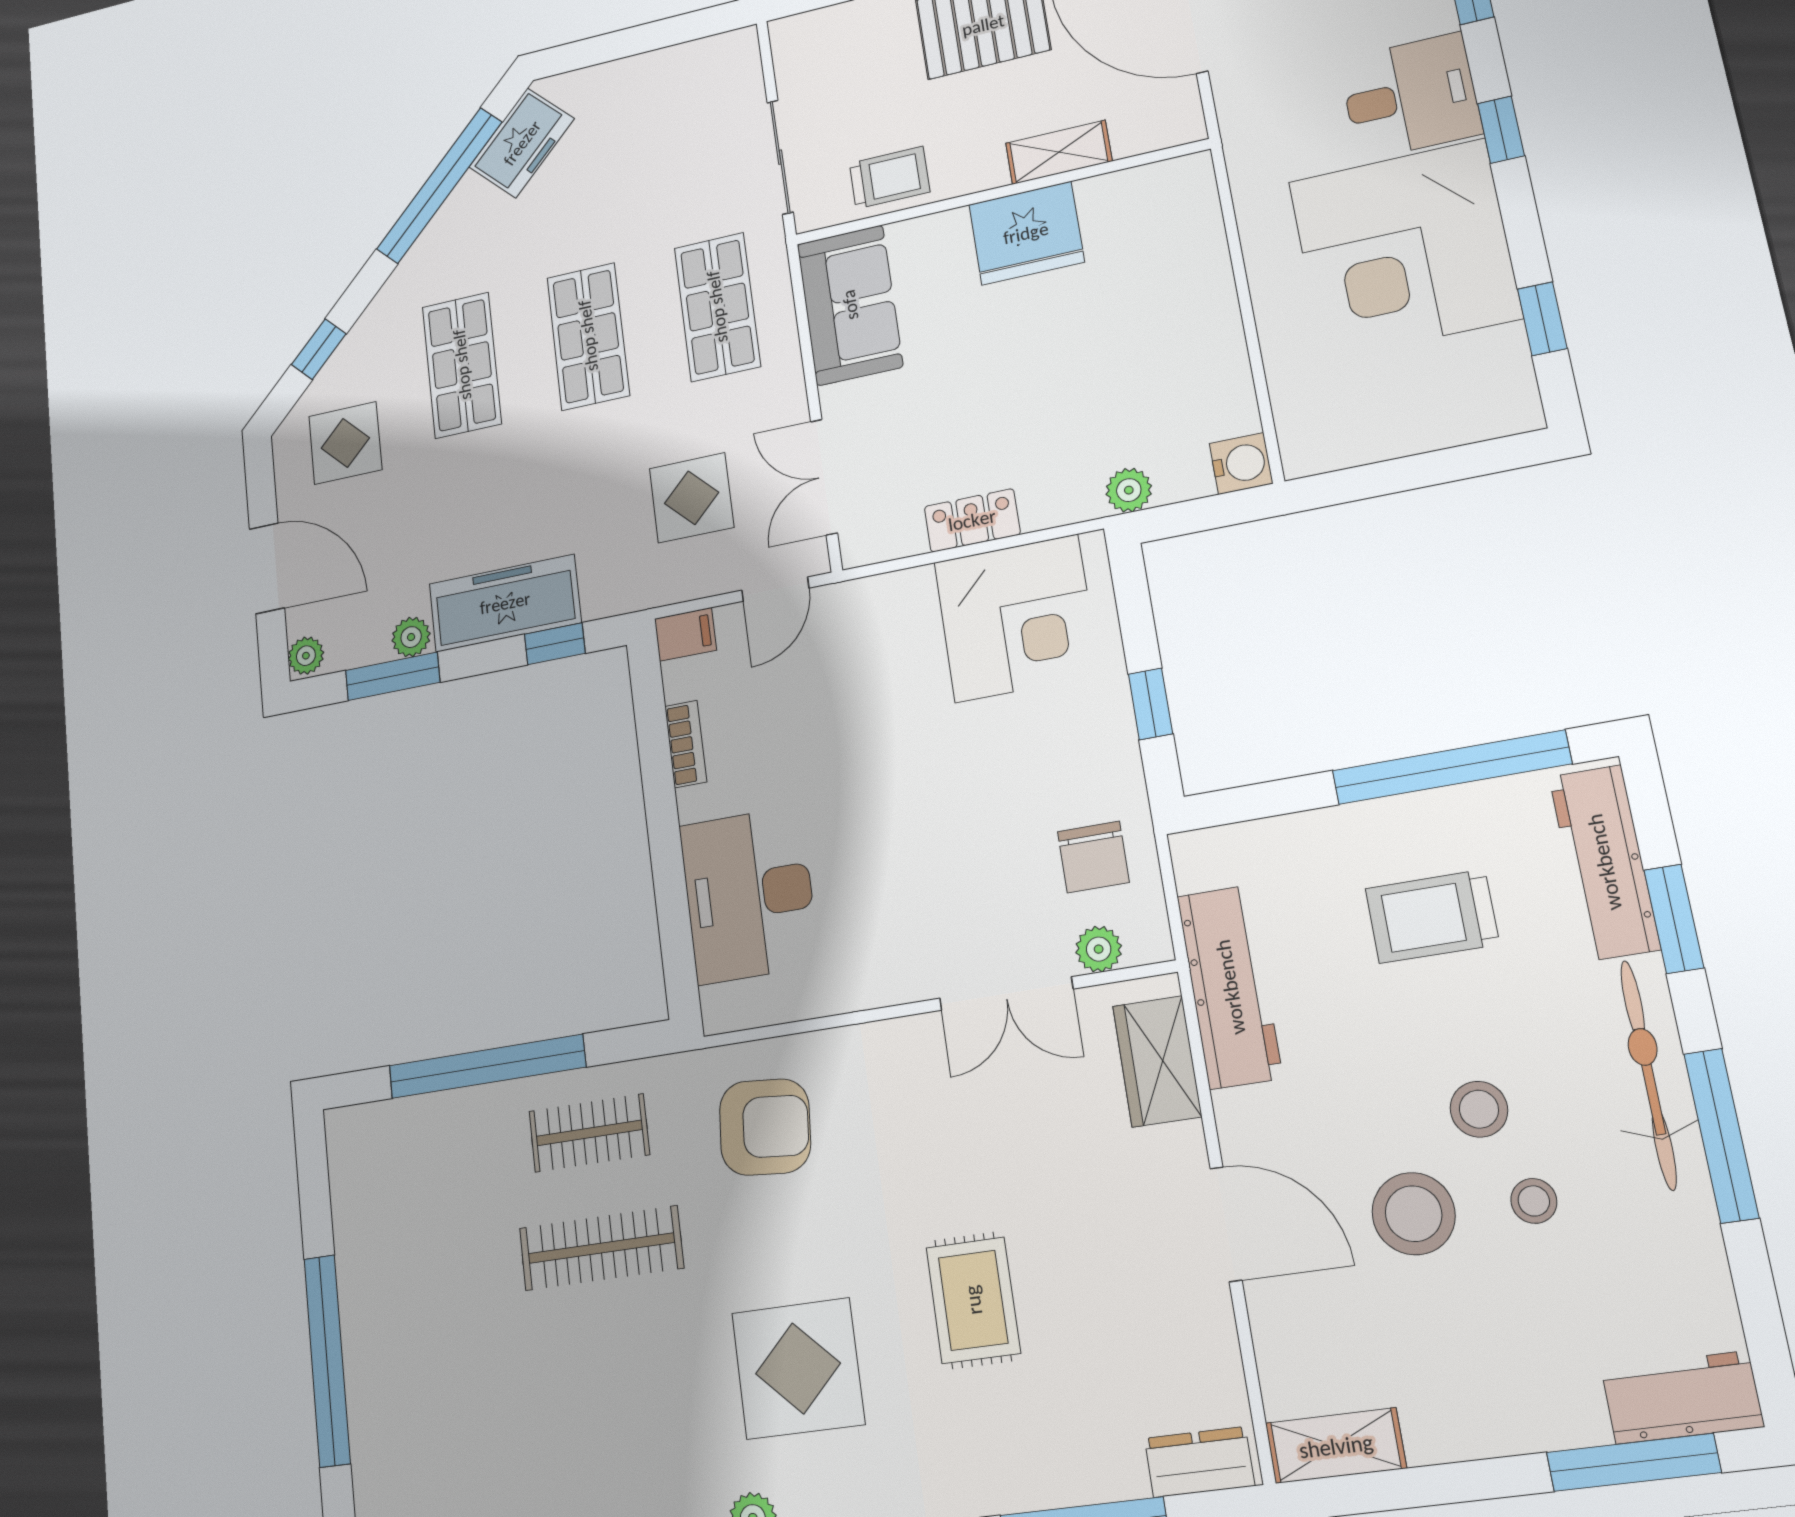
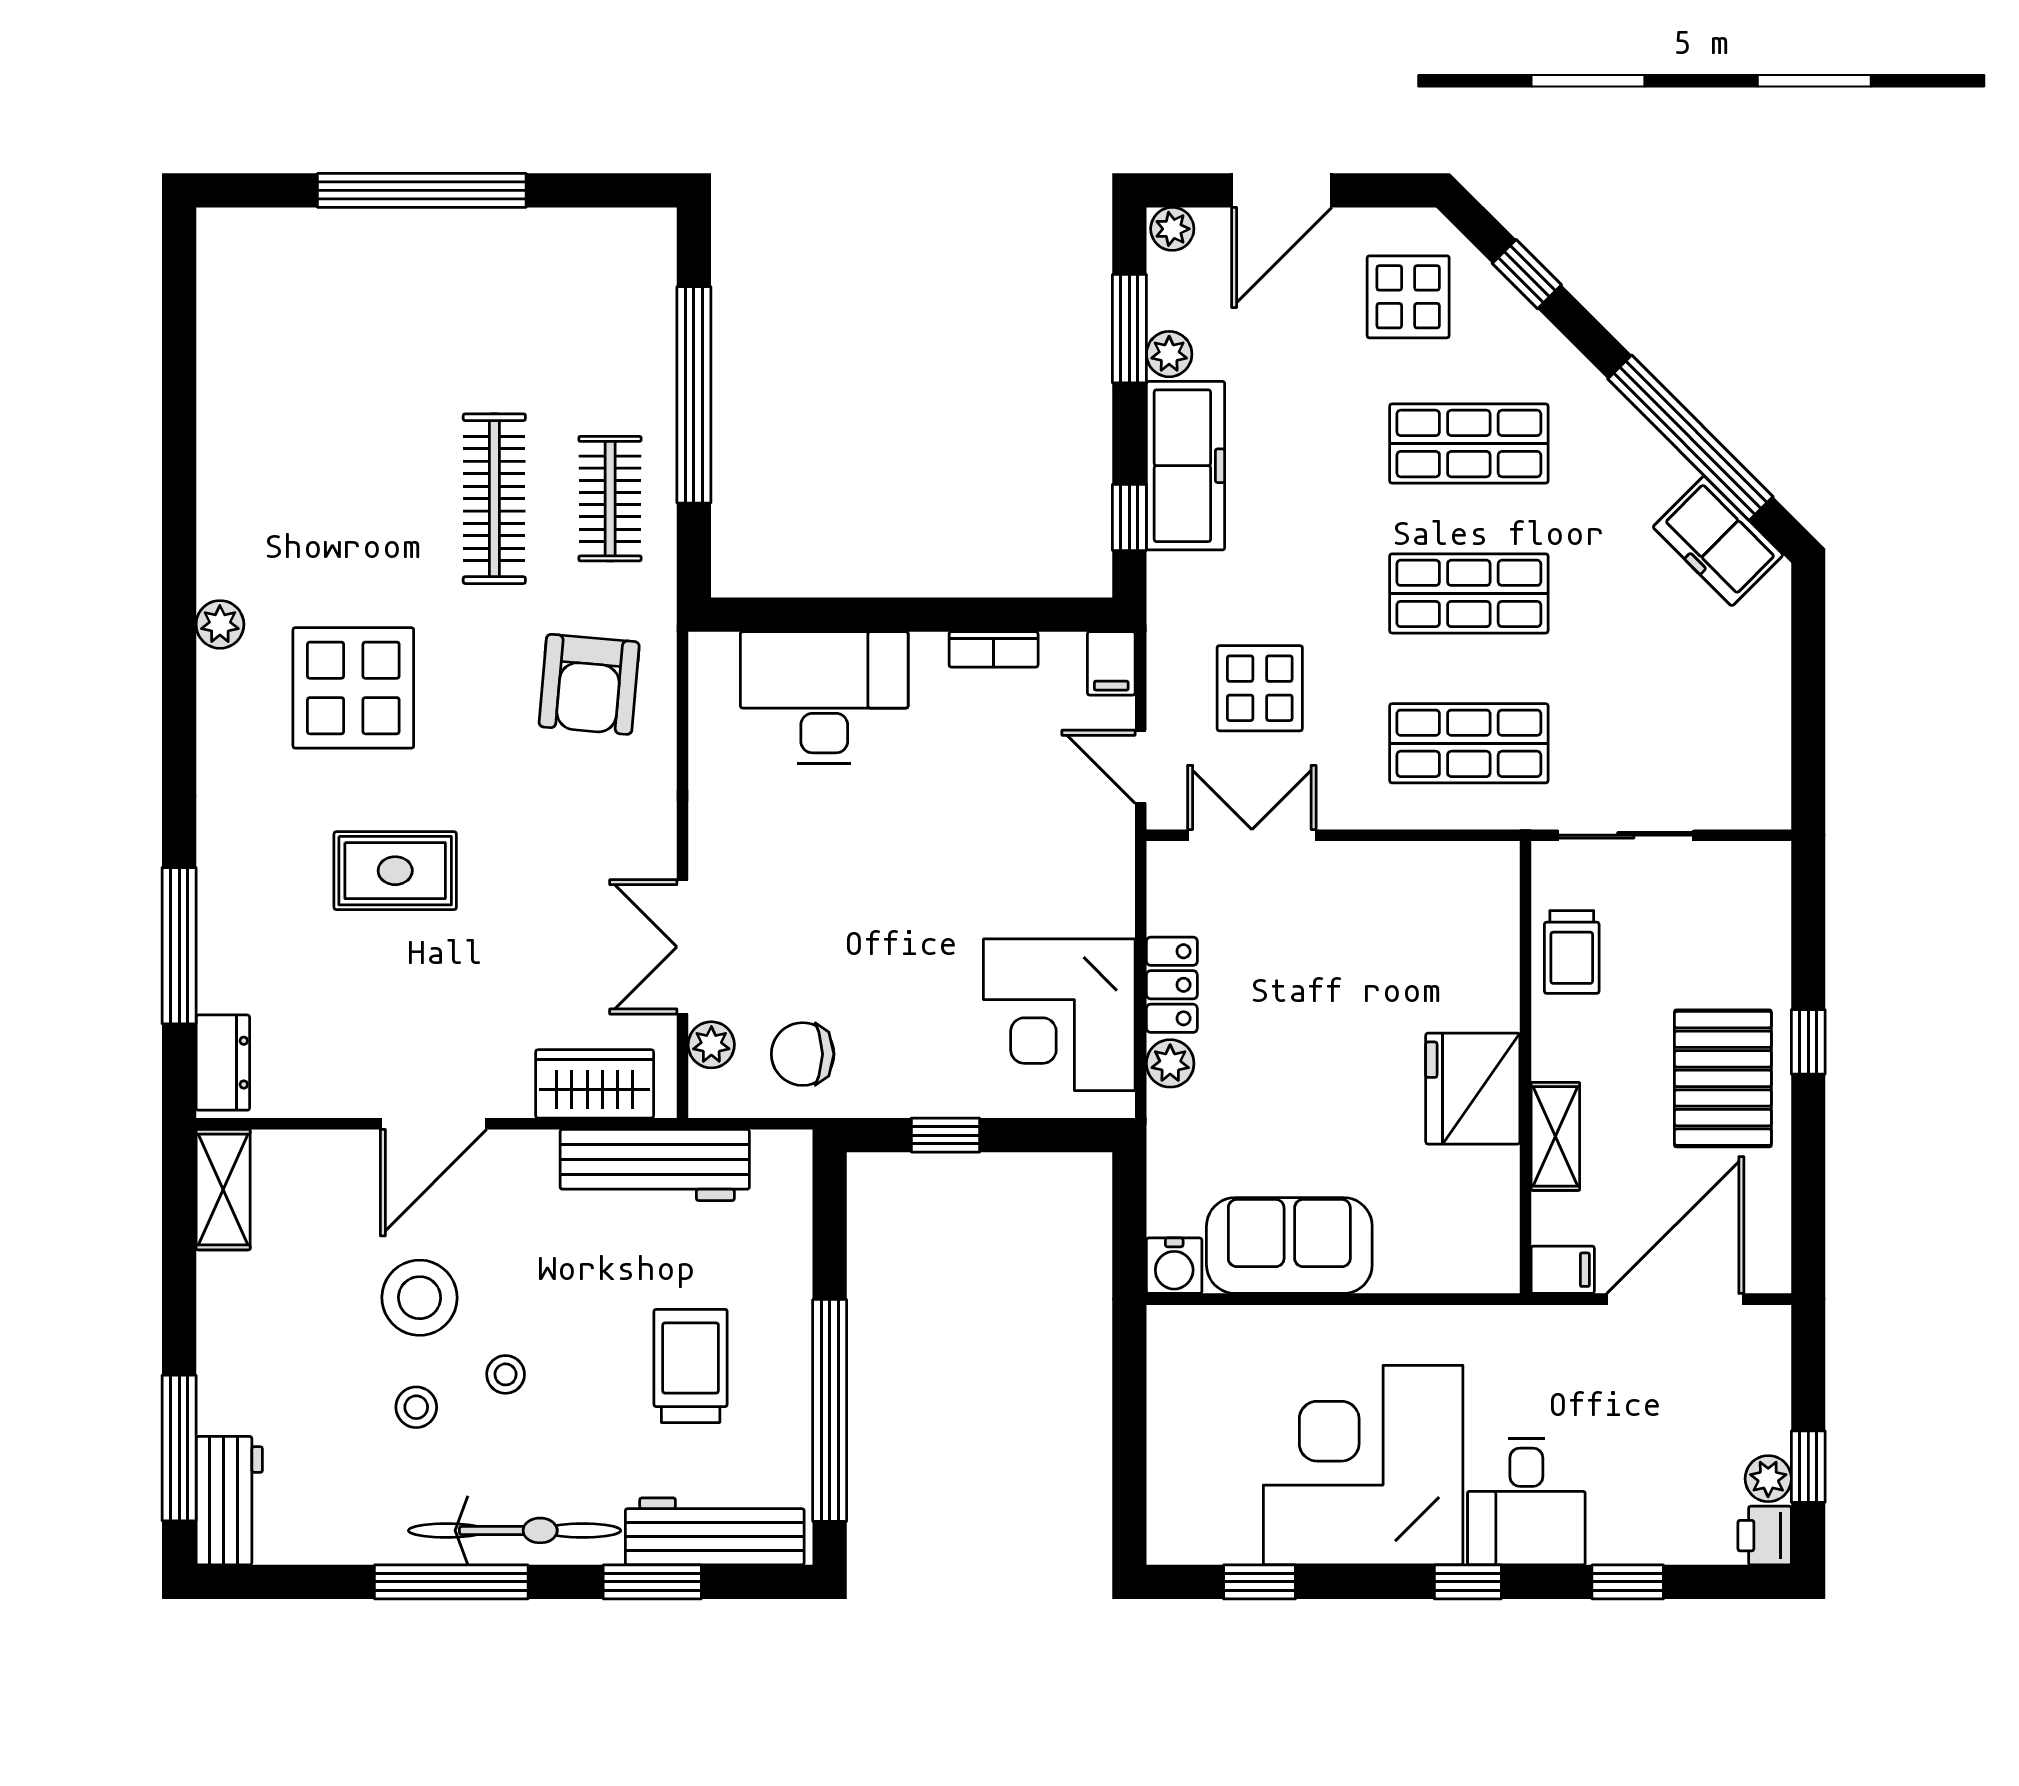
filing cabinet: (1182, 117) -> (1563, 1270), added
sofa: (850, 305) -> (1289, 1246), moved, turned 180
plant: (1129, 490) -> (1170, 1063), moved
stool: (1479, 1109) -> (506, 1374), width x0.73, depth x0.73

